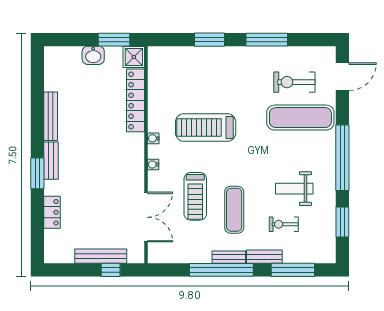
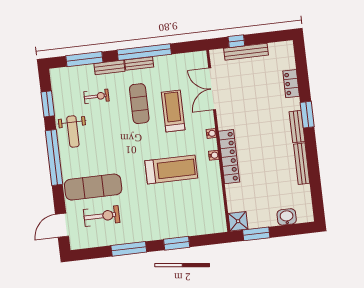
washbasin: (93, 55) -> (287, 217), moved
locker: (136, 100) -> (229, 157), moved
weight bench: (294, 189) -> (73, 131), moved, turned 90

